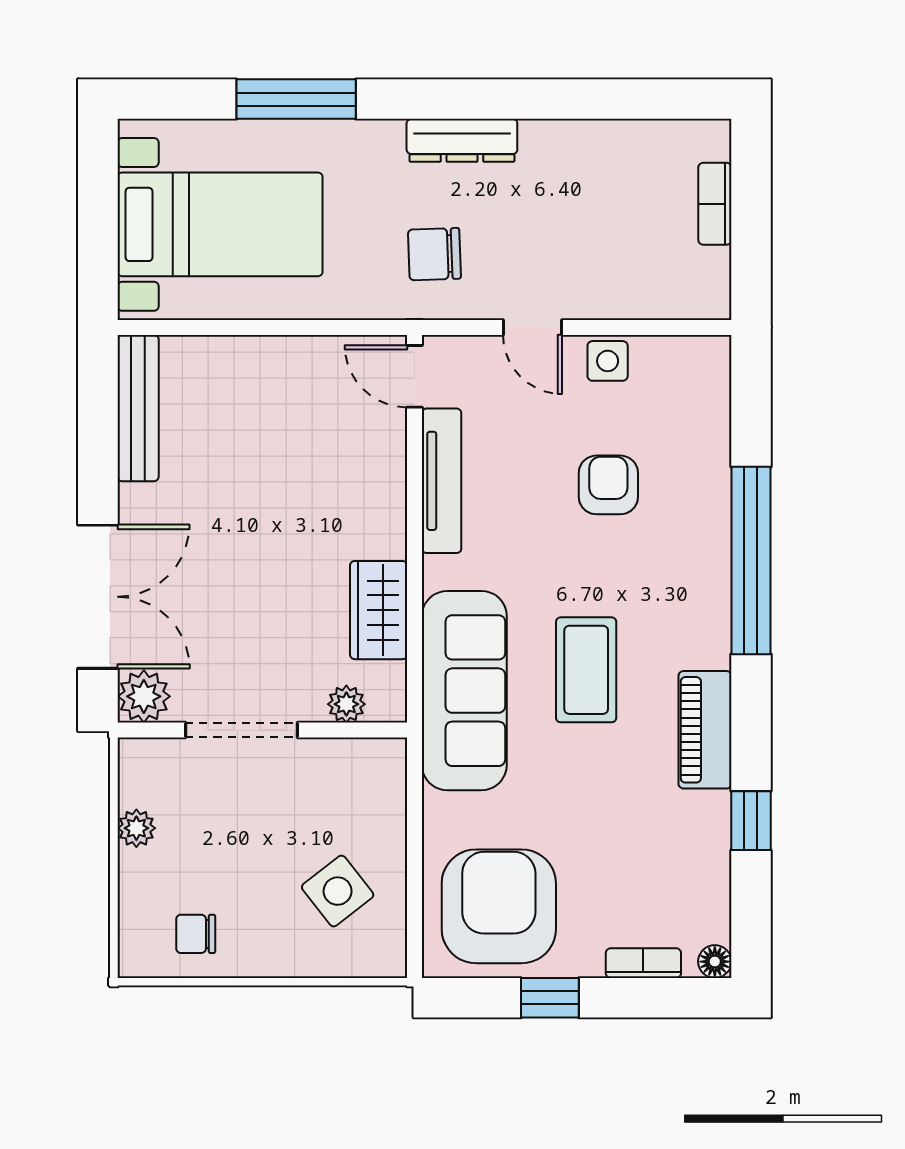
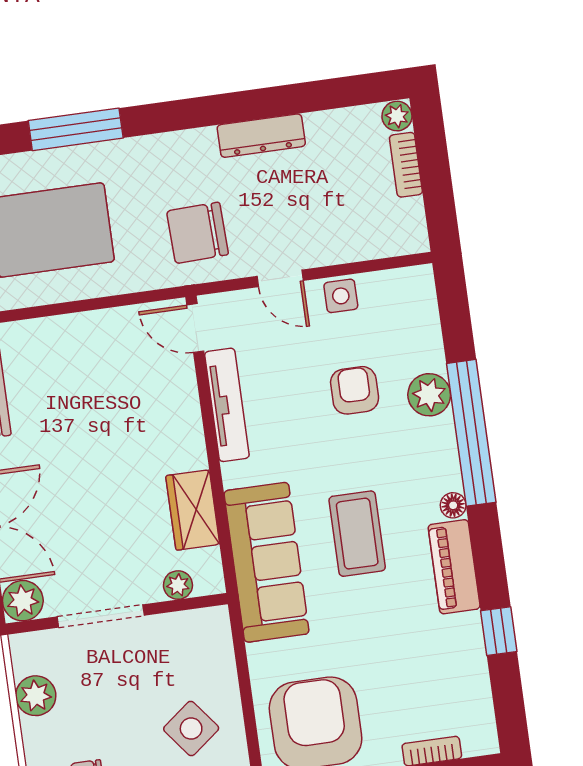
plant: (712, 139) -> (397, 116), added
dresser: (462, 140) -> (261, 136), moved
chair: (434, 254) -> (198, 233), width x1.37, depth x1.37
plant: (704, 504) -> (429, 395), added
plant: (136, 828) -> (36, 696), width x1.38, depth x1.38
floor lamp: (715, 962) -> (453, 505), moved

